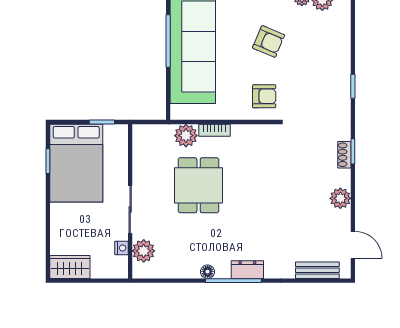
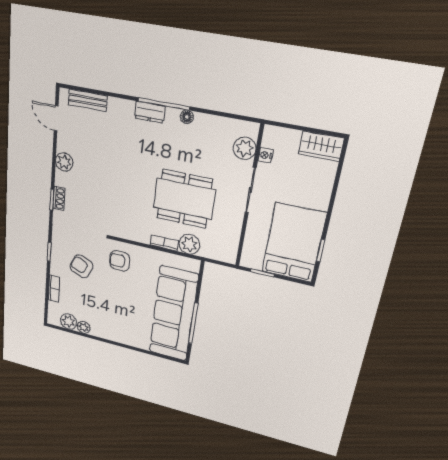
bookcase: (344, 40) -> (54, 288), added
armchair: (269, 41) -> (81, 266), moved
dining table: (199, 185) -> (184, 199), width x1.37

